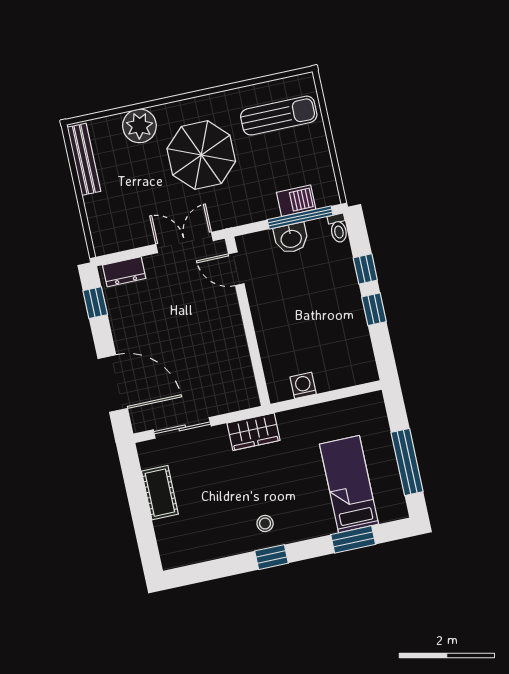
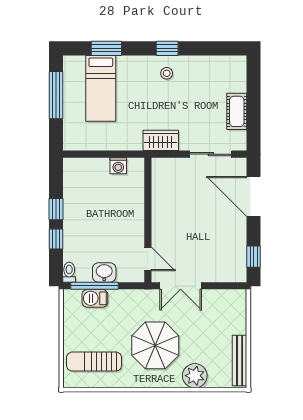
dresser: (124, 272) -> (228, 274), removed

